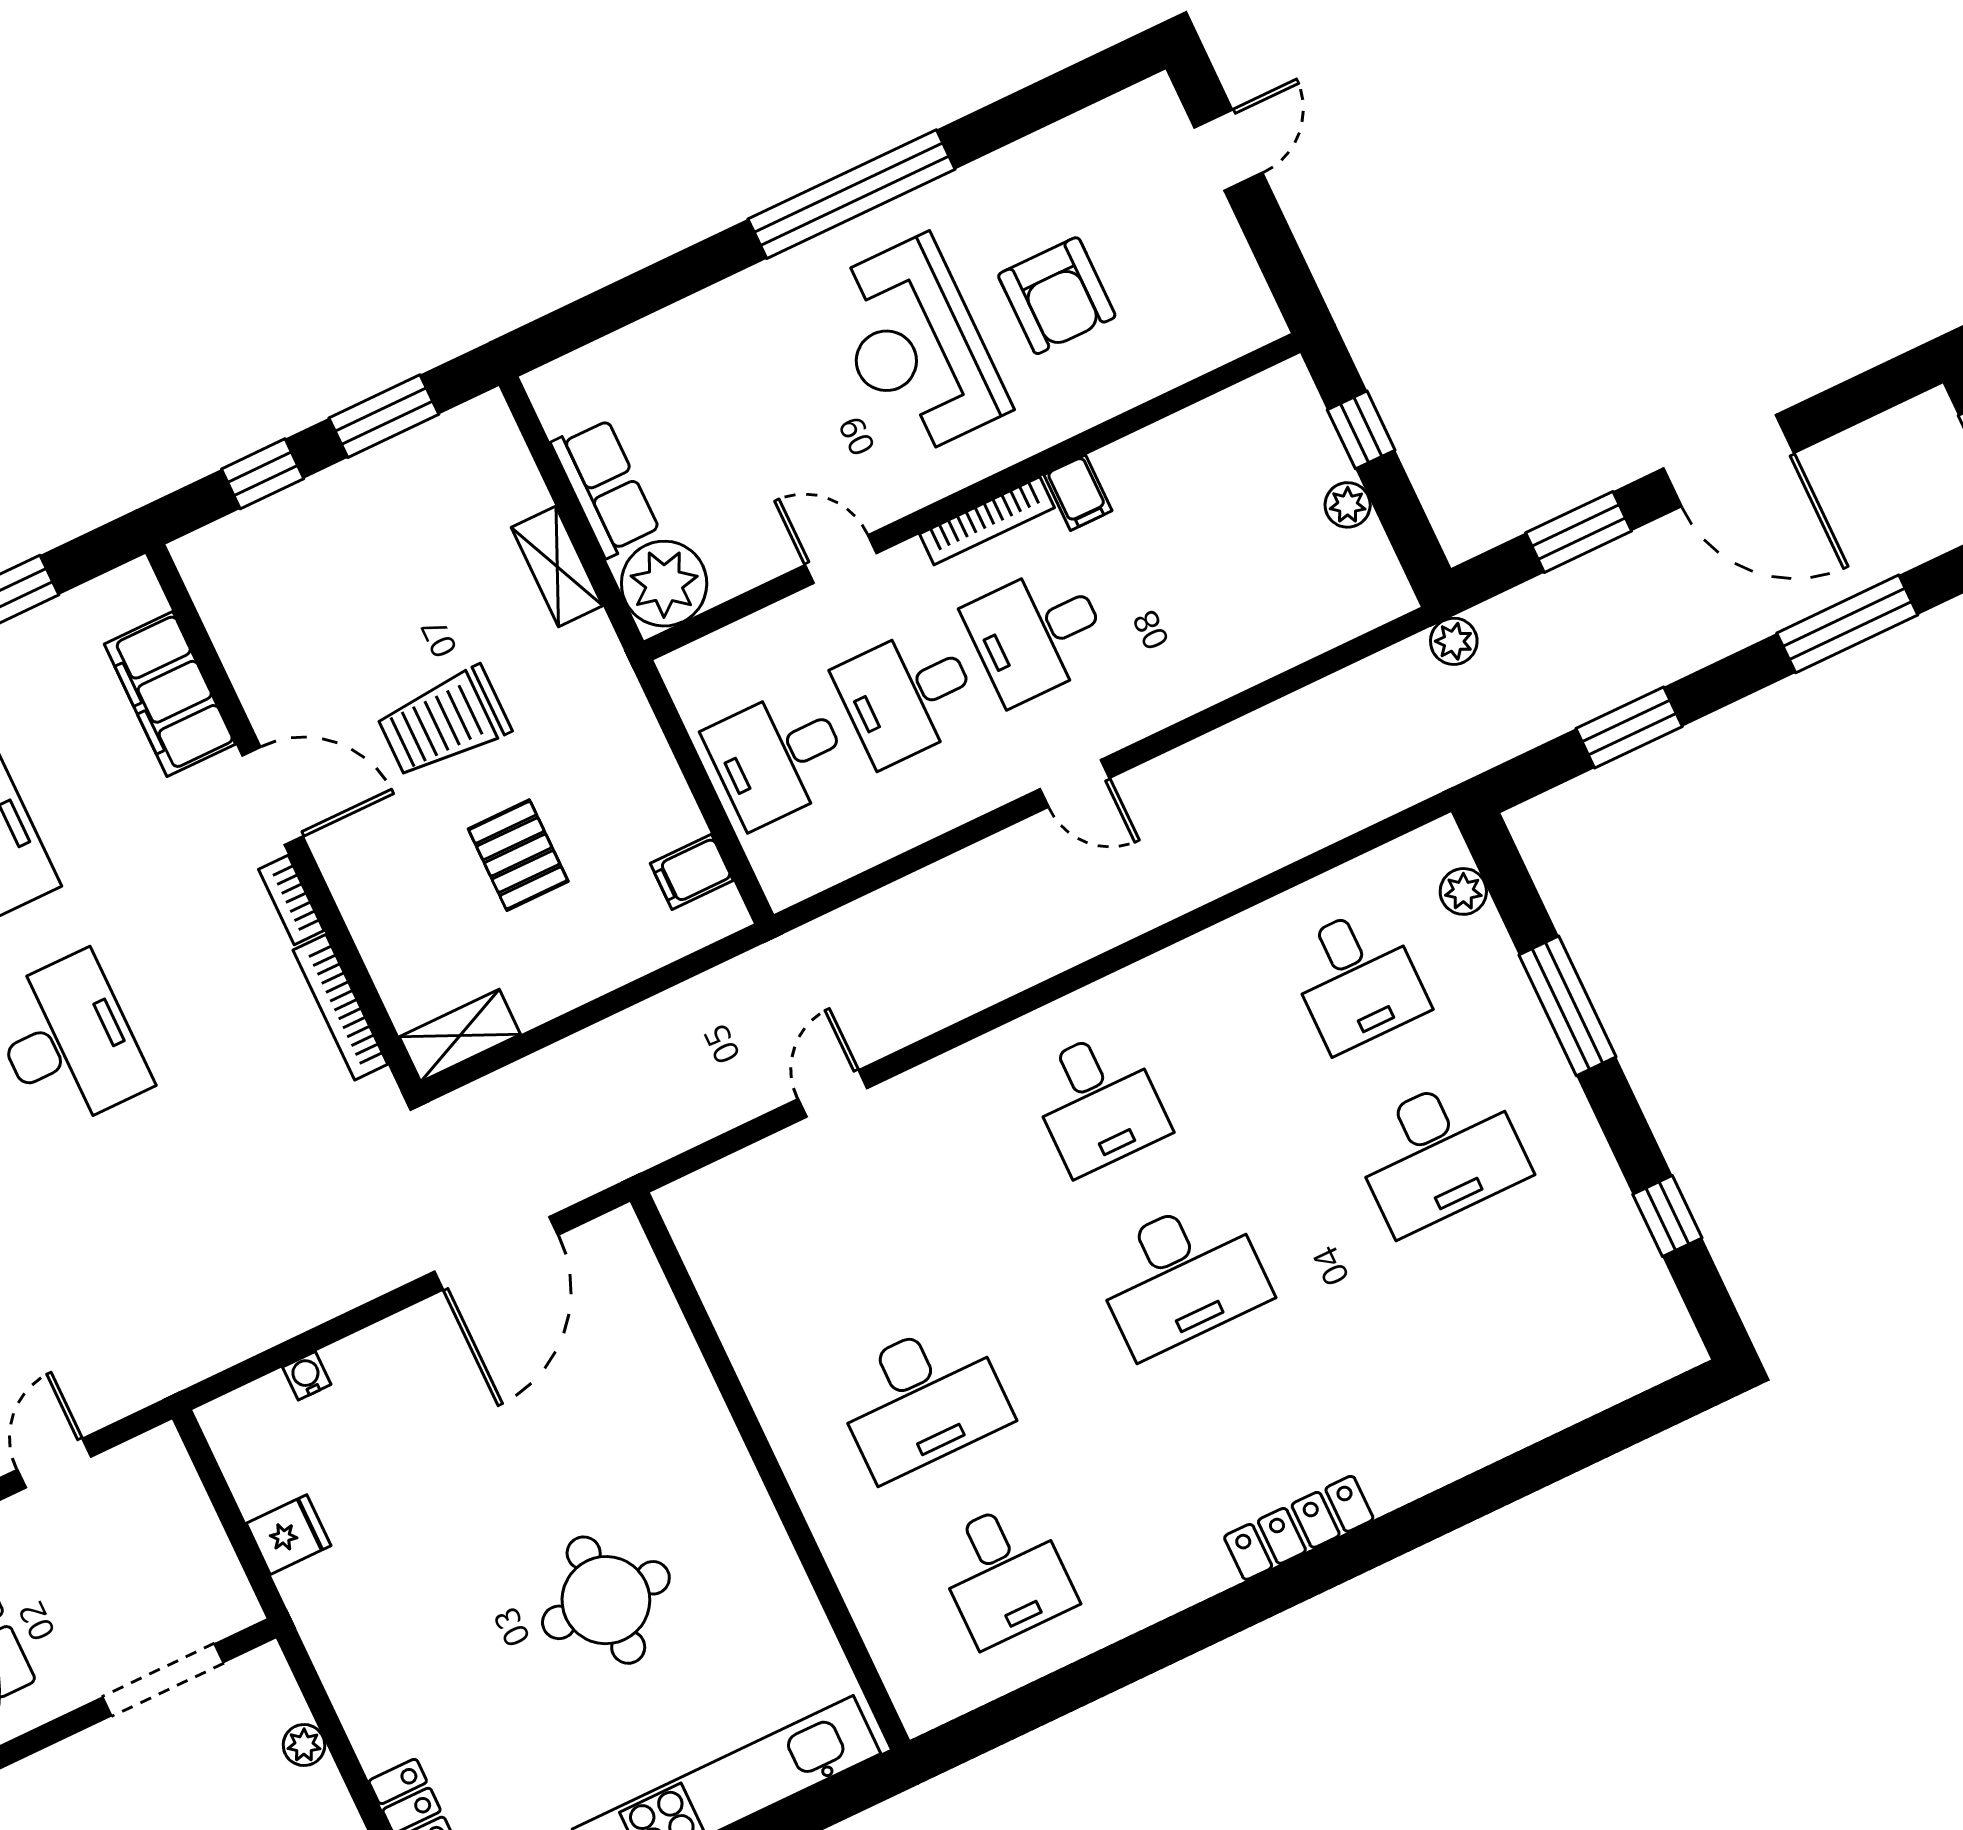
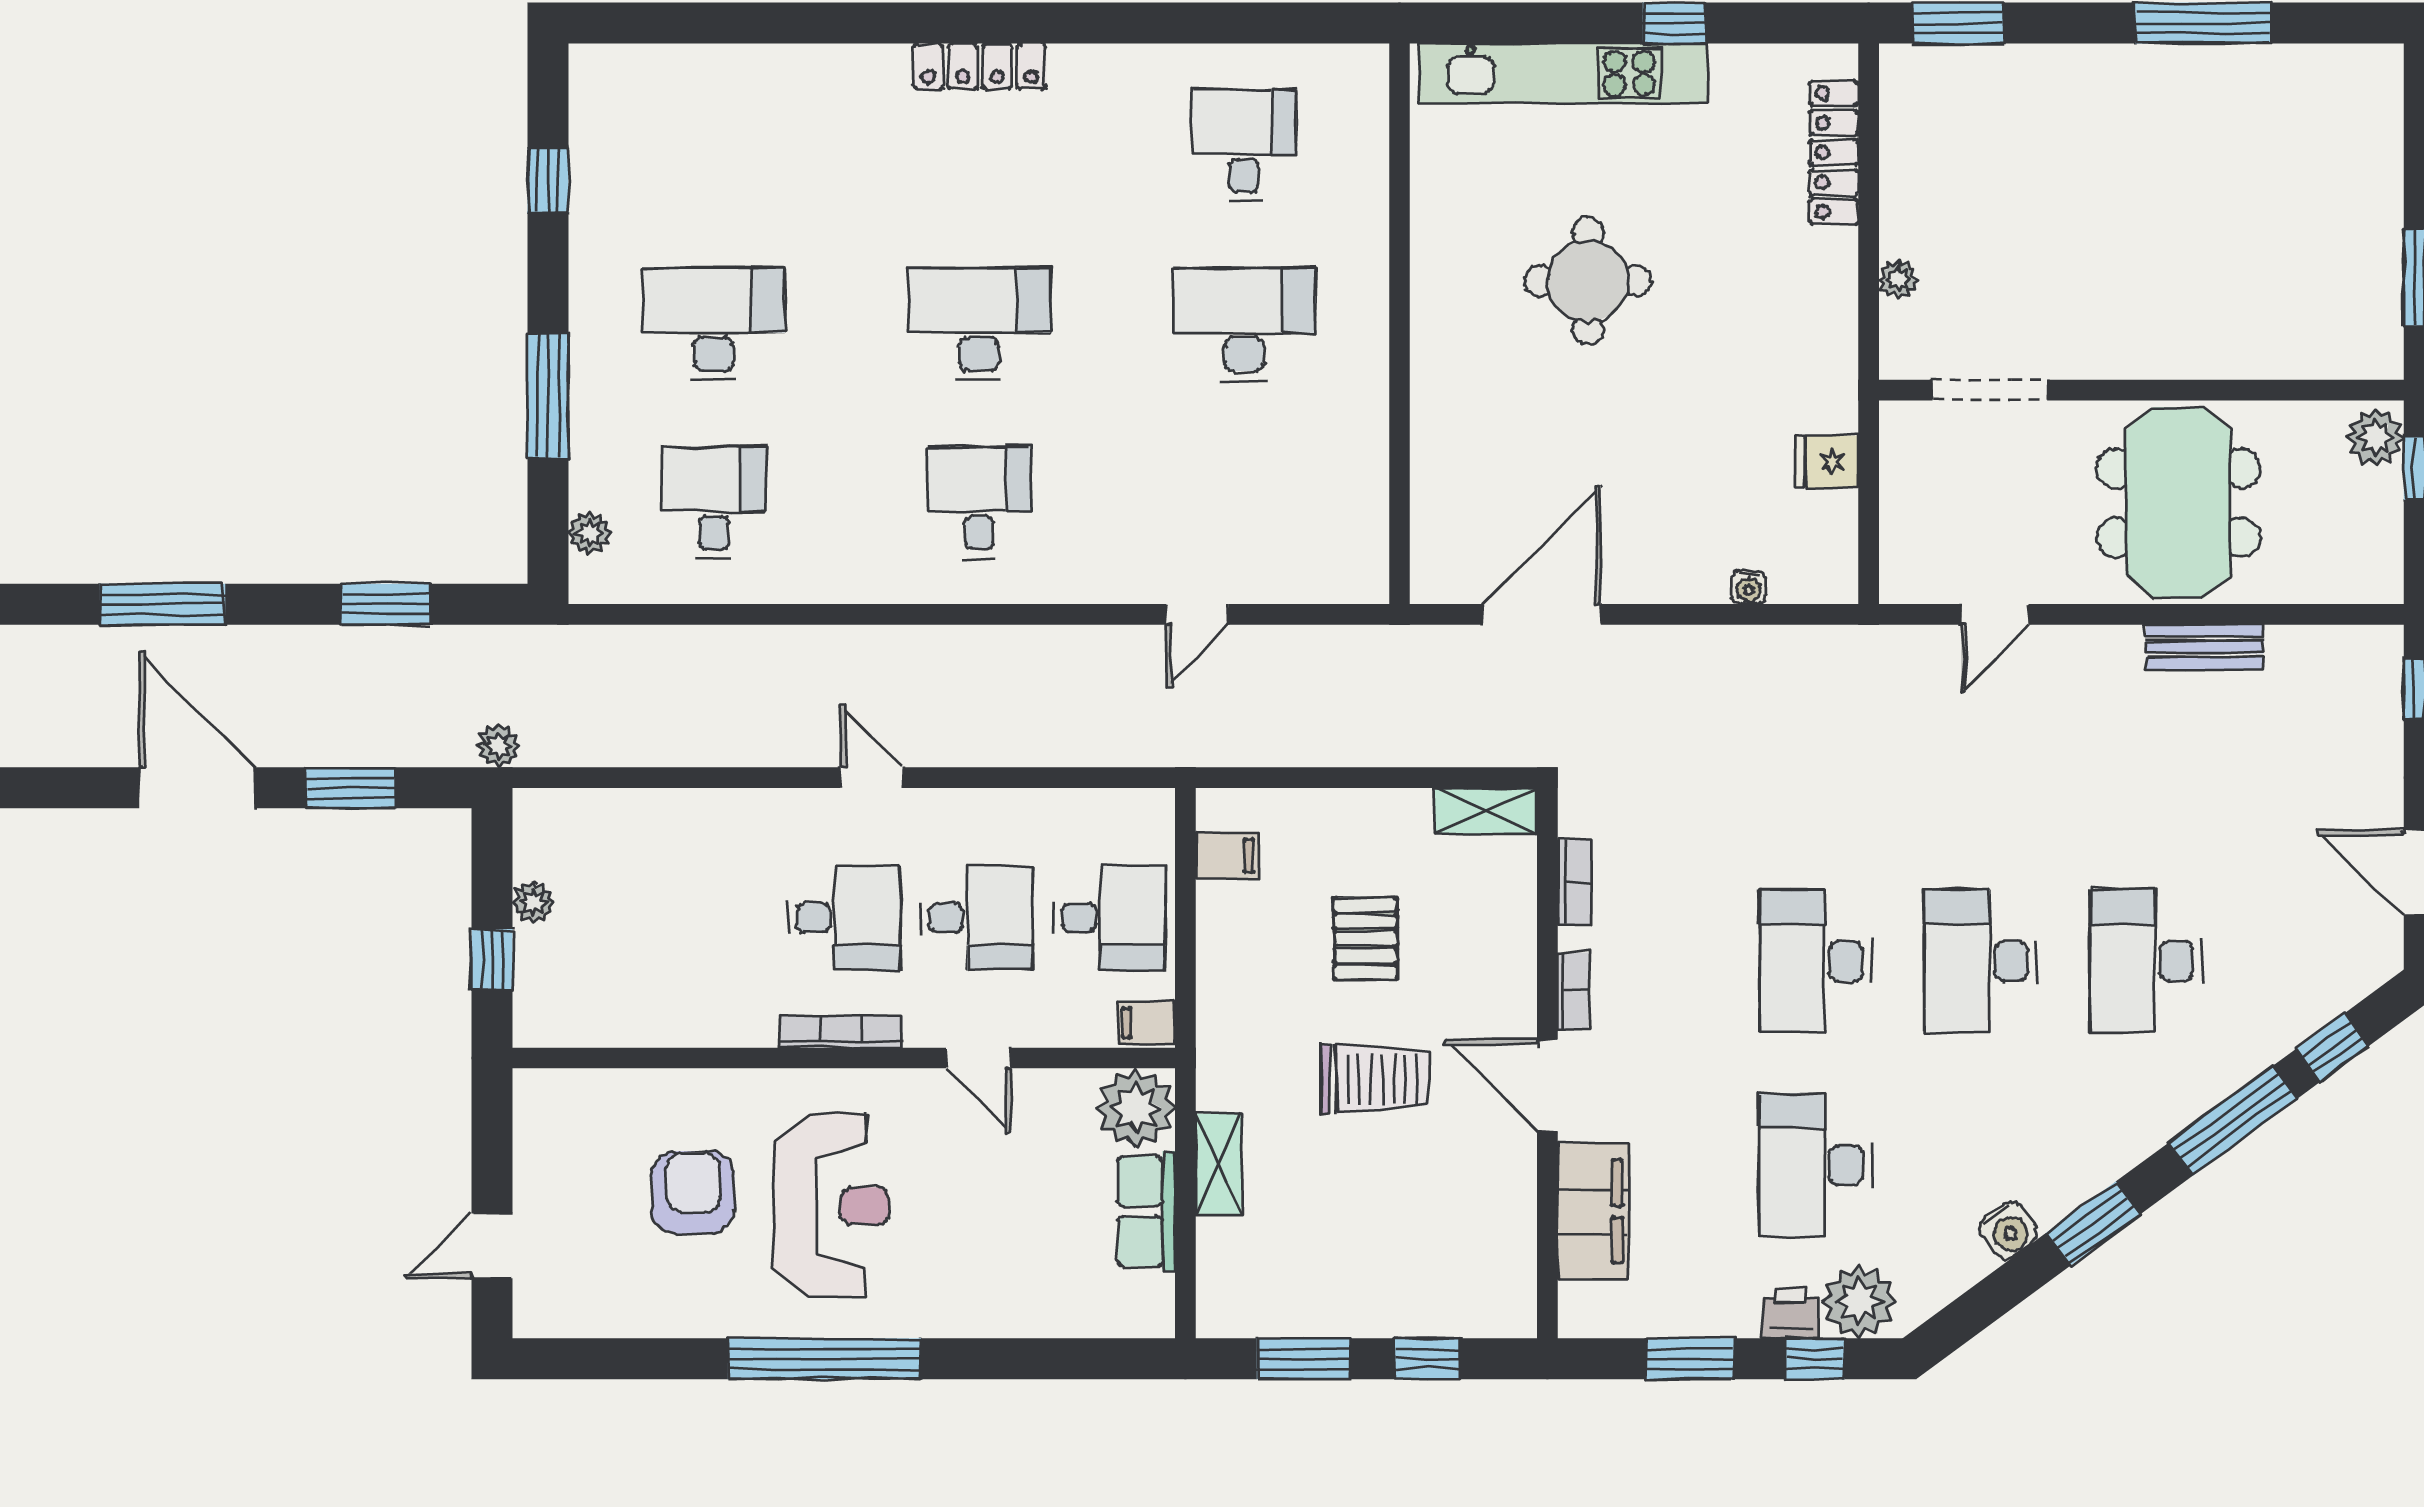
filing cabinet: (1078, 493) -> (1147, 1023), moved, turned -90
bookcase: (340, 1007) -> (1575, 882), width x0.64

